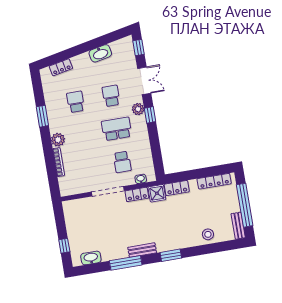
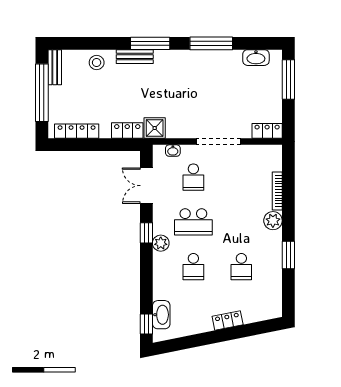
washbasin: (100, 53) -> (161, 315), moved, turned 101
locker: (61, 67) -> (228, 321), moved
double door: (144, 81) -> (146, 186), moved
school desk: (122, 162) -> (193, 177), turned 180
locker: (137, 194) -> (267, 131), moved
window: (64, 246) -> (288, 80), width x2.17
bench: (142, 250) -> (135, 57), moved
window: (171, 255) -> (150, 43), width x1.44

